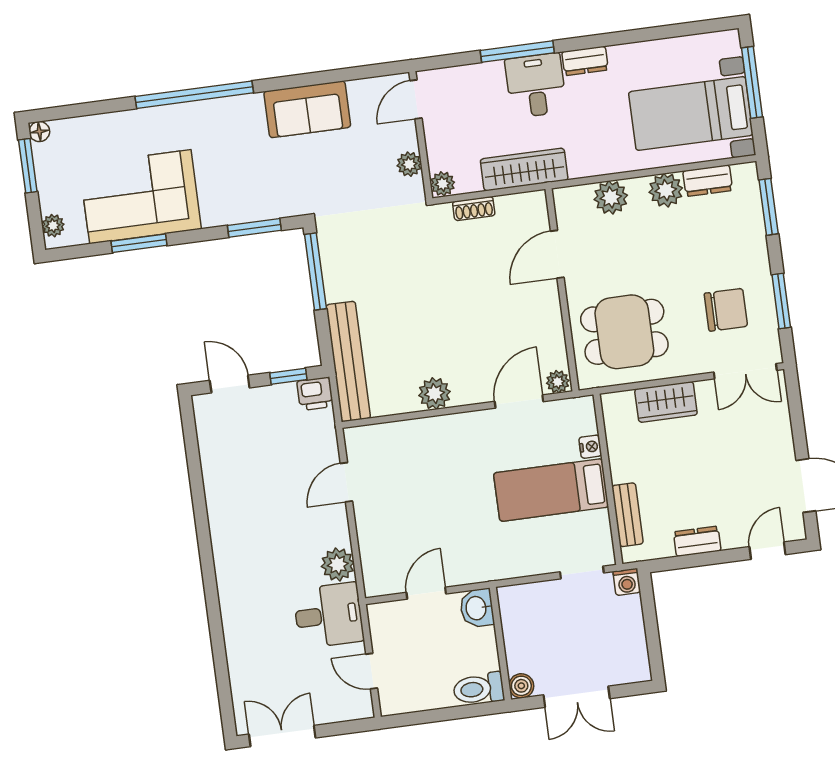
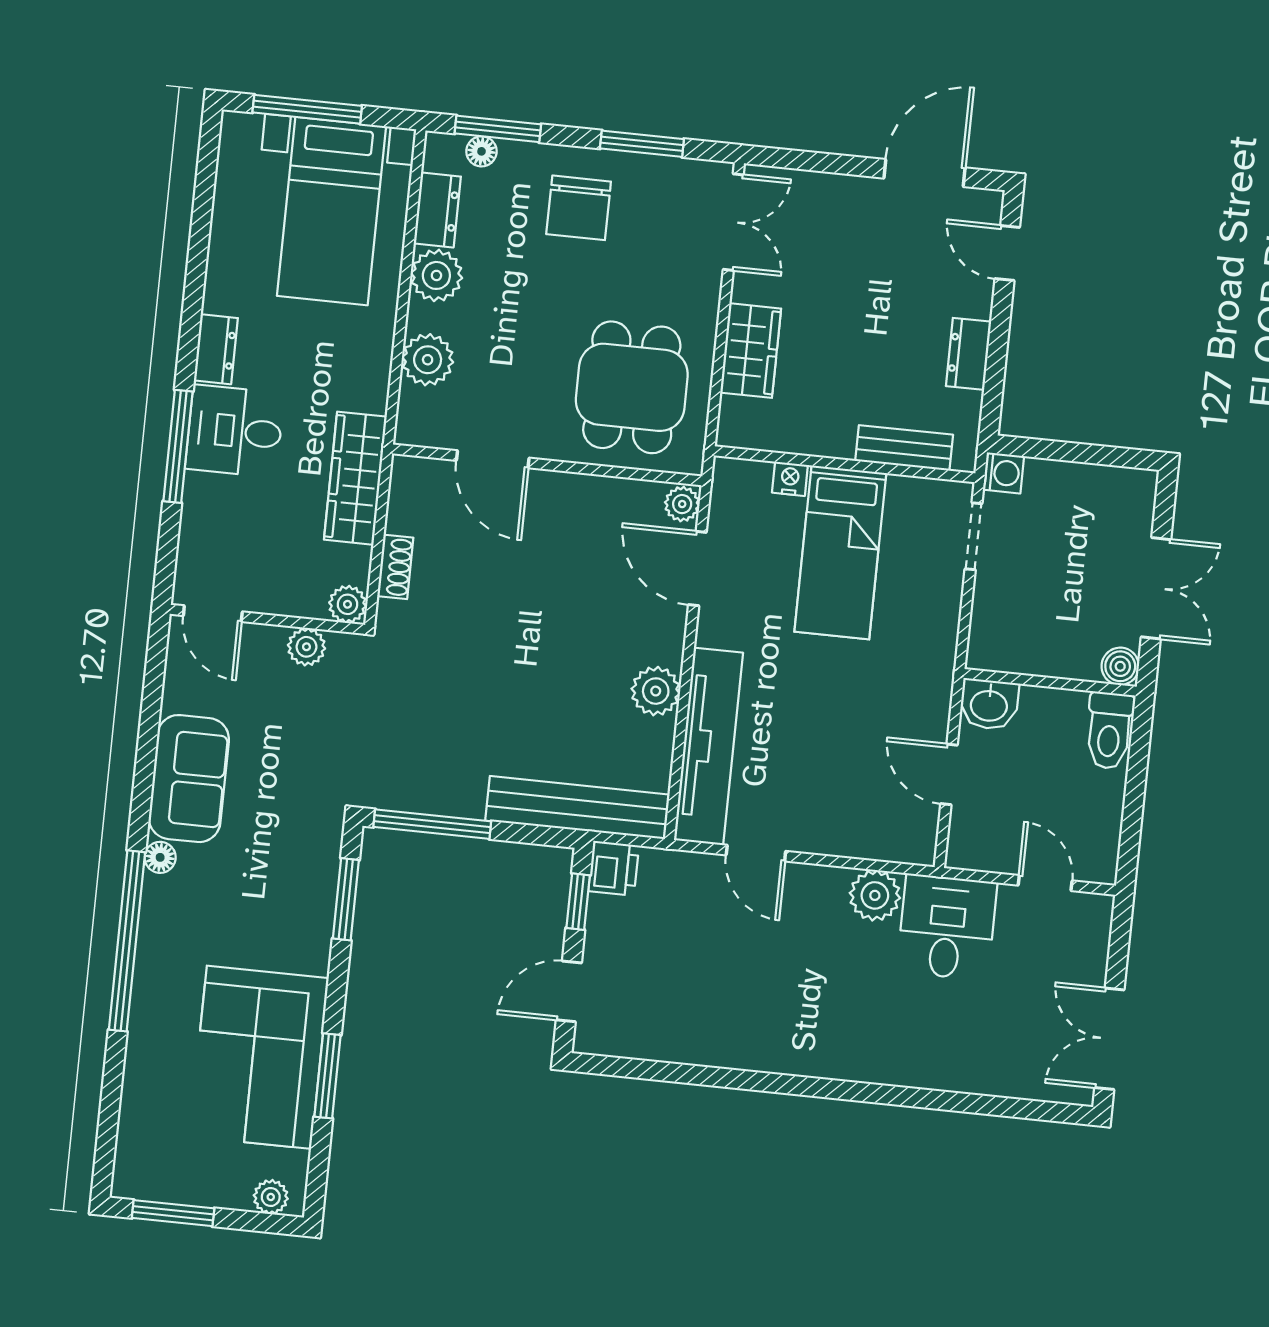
floor lamp: (39, 132) -> (160, 857), moved
floor lamp: (752, 200) -> (482, 151), added
chair: (726, 310) -> (579, 208), moved, turned 180
tv unit: (407, 436) -> (708, 746), added
door: (372, 671) -> (1045, 883), swing flipped

